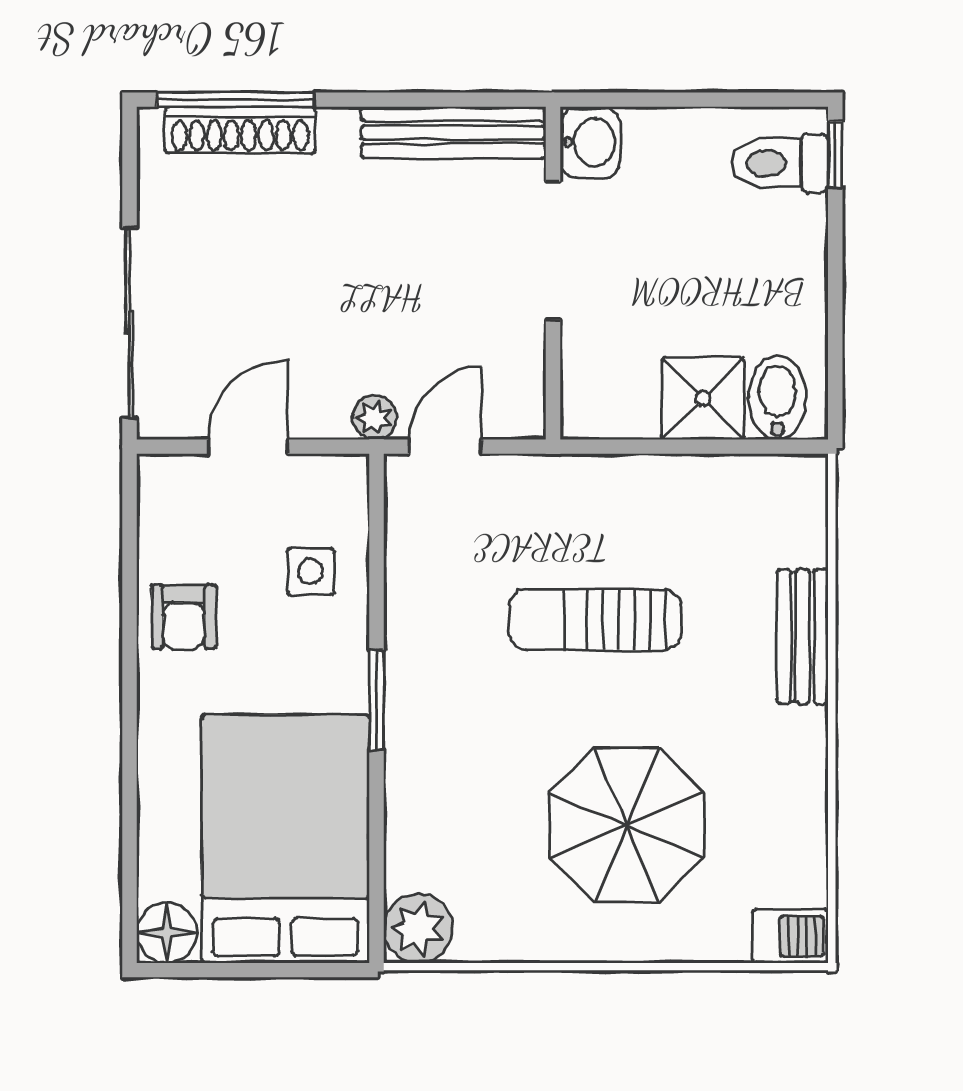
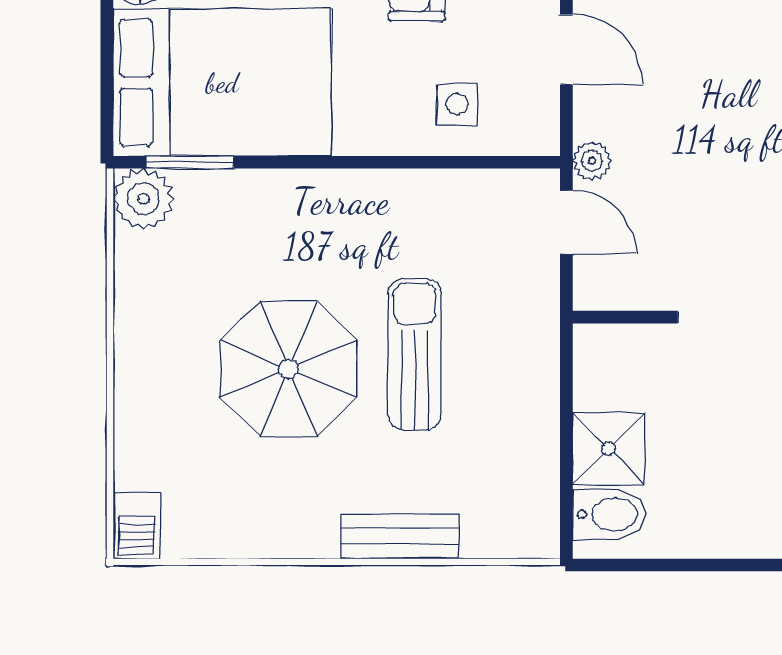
window: (376, 700) -> (190, 162), moved
parasol: (627, 825) -> (288, 369), moved

